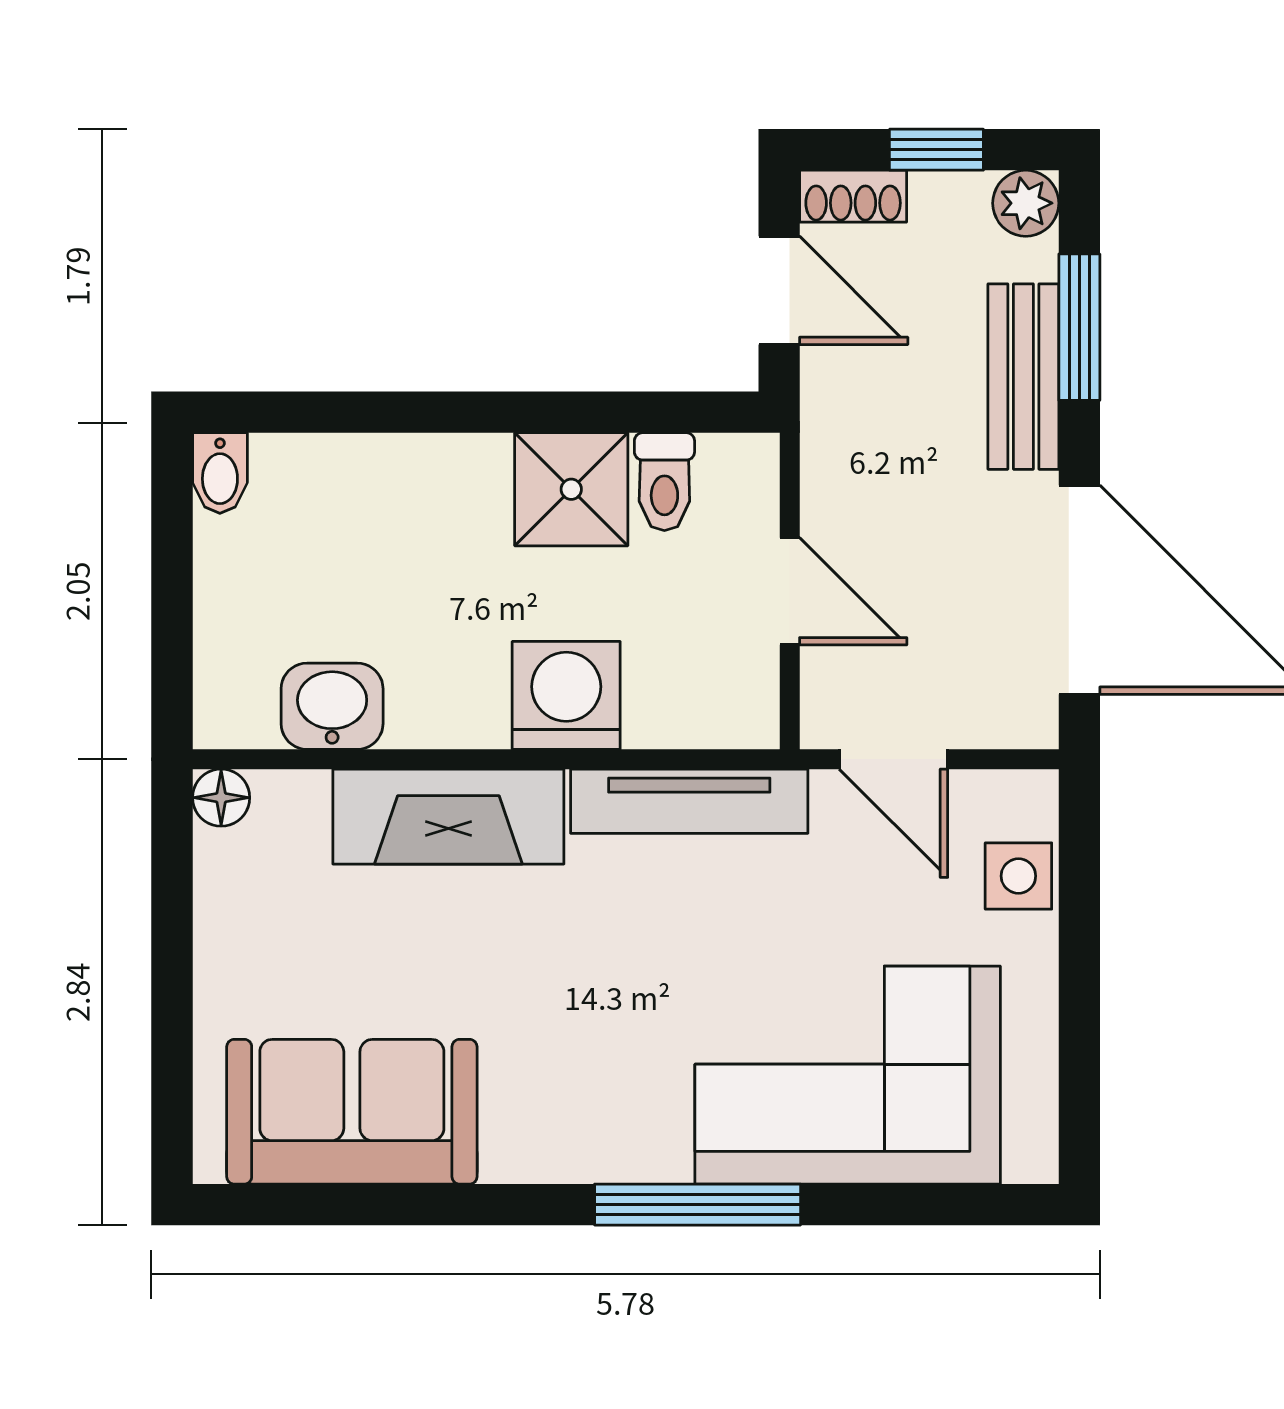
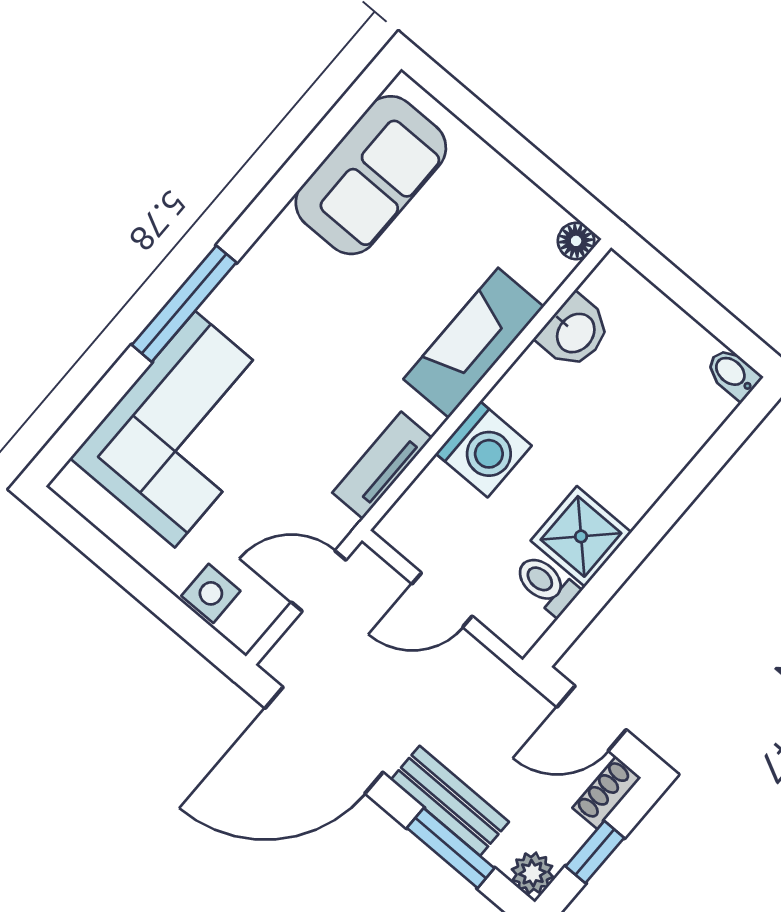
tv unit: (689, 801) -> (382, 465), width x0.71

